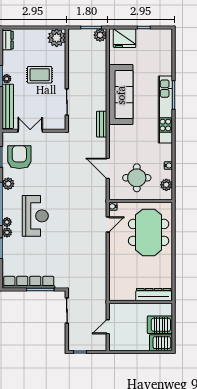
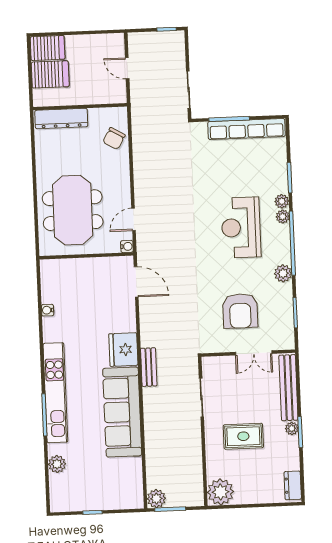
fridge: (125, 38) -> (123, 350), moved, turned -90
armchair: (19, 157) -> (240, 311), moved
door: (108, 168) -> (136, 282), moved
round table: (137, 178) -> (93, 290), removed
plant: (166, 185) -> (57, 464), moved
chair: (119, 280) -> (114, 138), added
door: (108, 327) -> (127, 68), swing flipped

